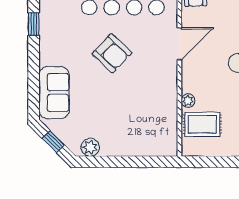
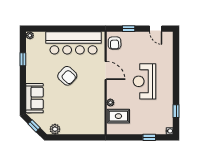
door: (179, 44) -> (106, 70), hinge flipped

